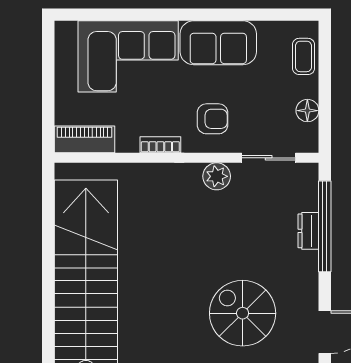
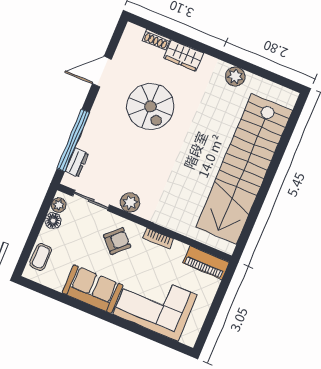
armchair: (212, 119) -> (117, 241), turned 136
plant: (309, 134) -> (59, 205), added
dresser: (308, 231) -> (77, 162), moved

